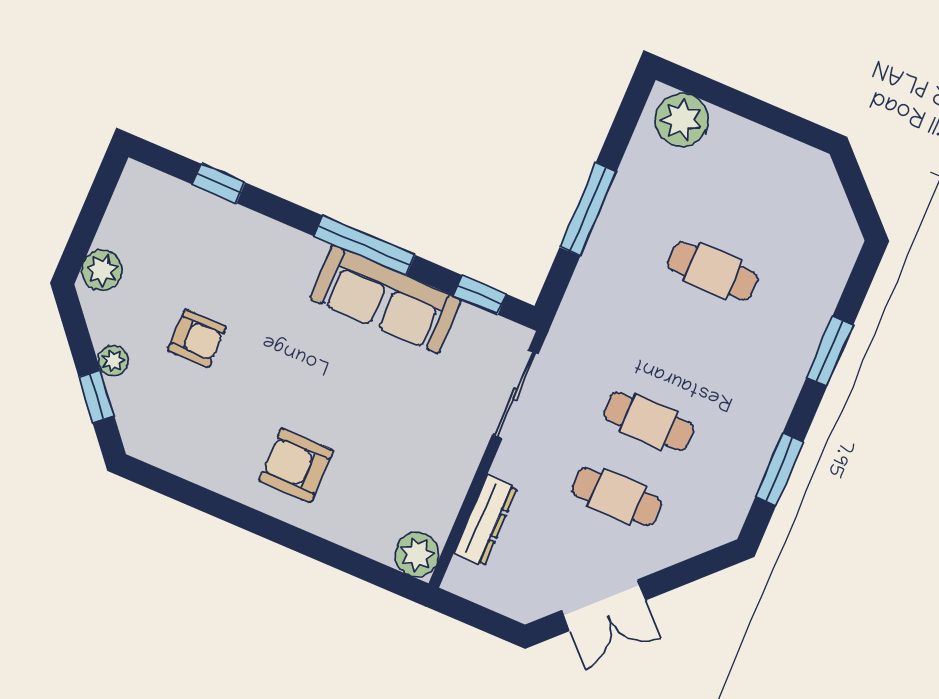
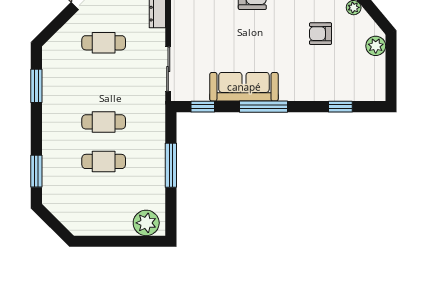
window: (830, 351) -> (36, 171), moved
cafe table: (649, 421) -> (104, 122), moved

